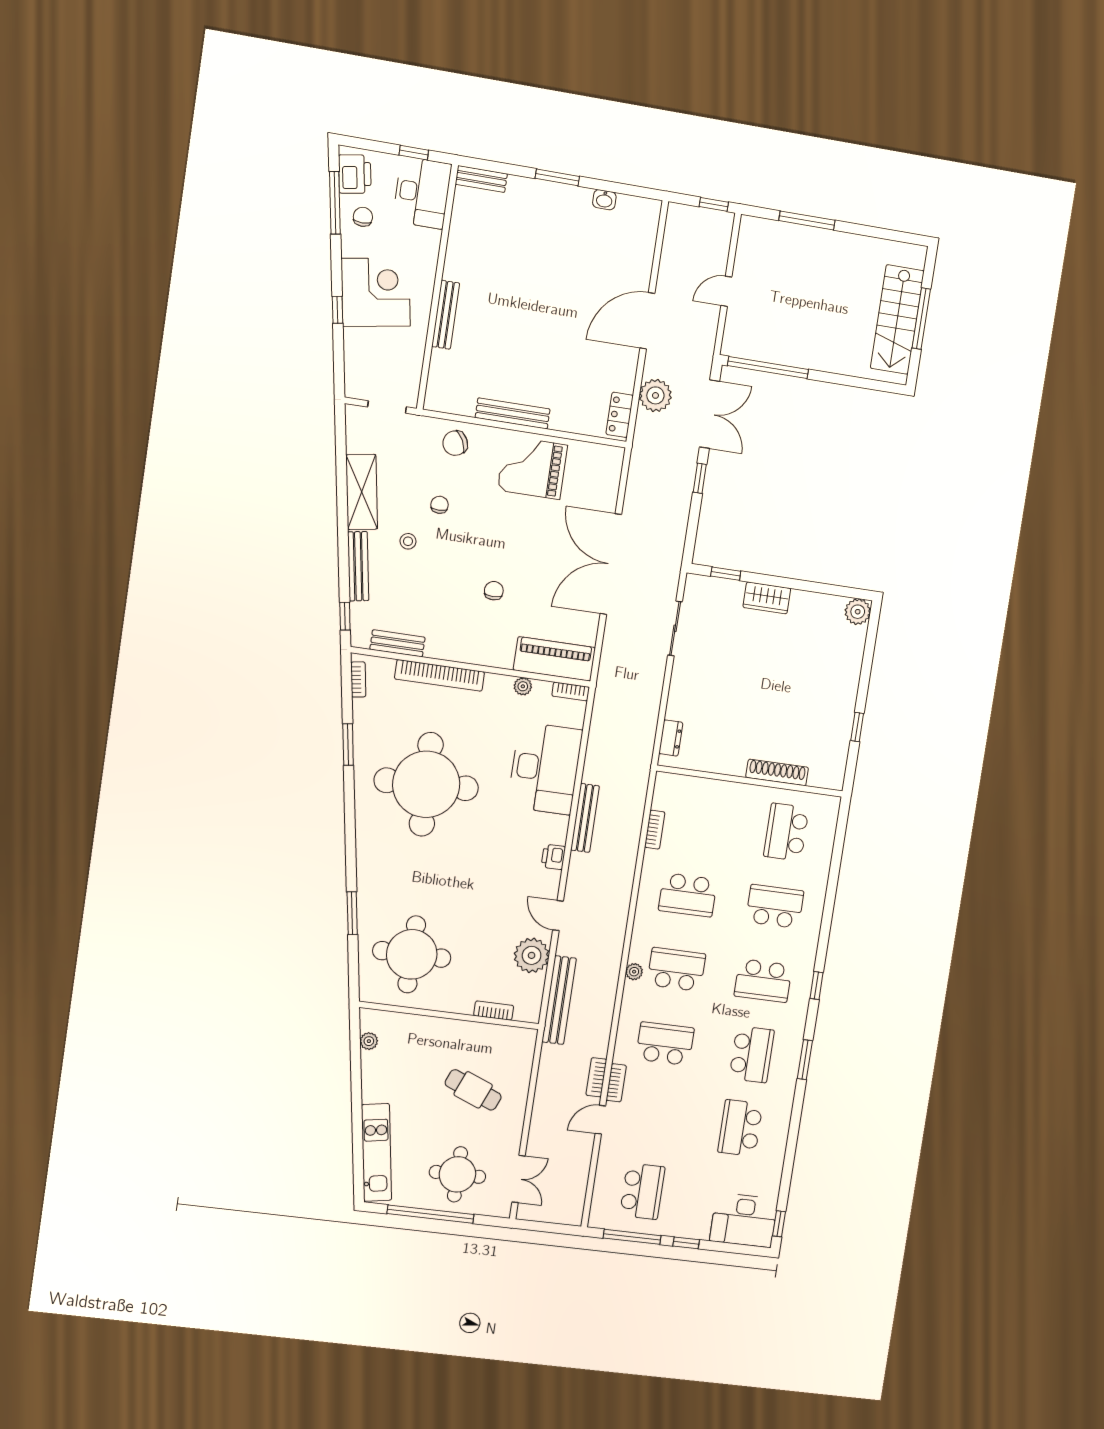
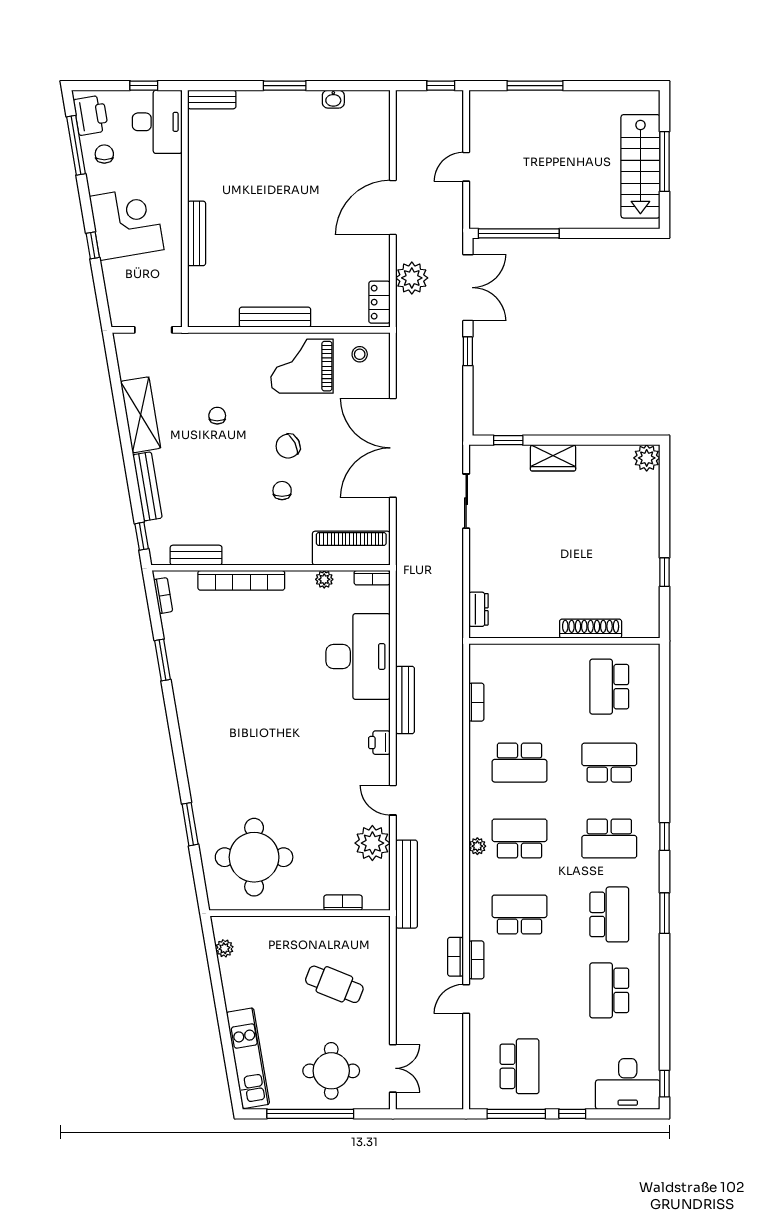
chair: (455, 443) -> (288, 446), moved
stool: (408, 541) -> (360, 354), moved
round table: (426, 784) -> (244, 688), removed

